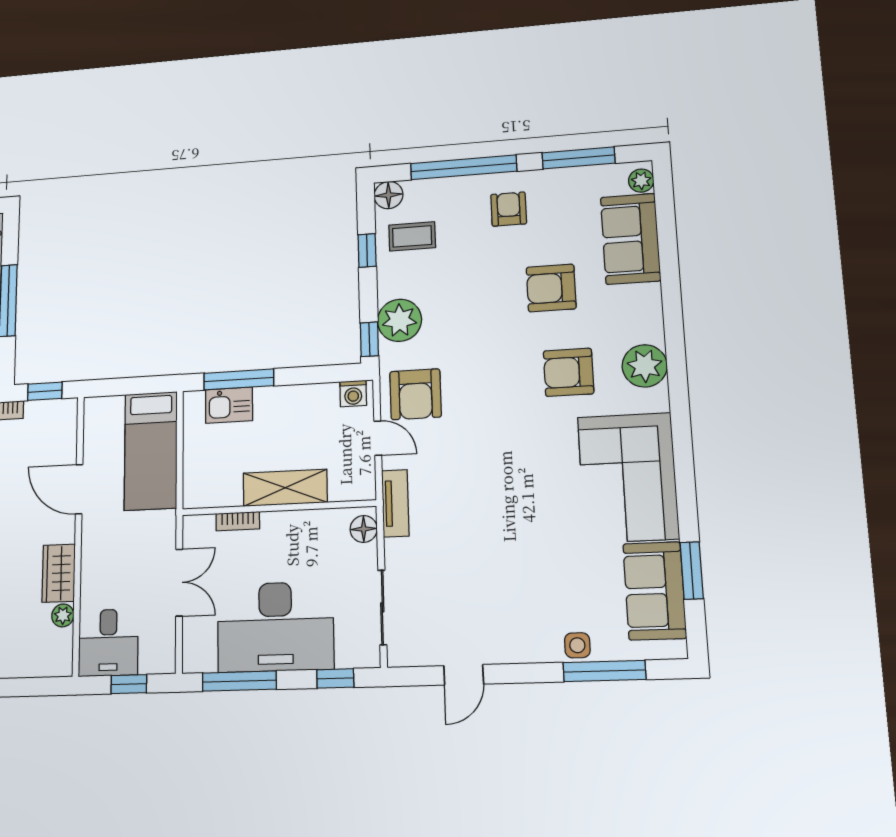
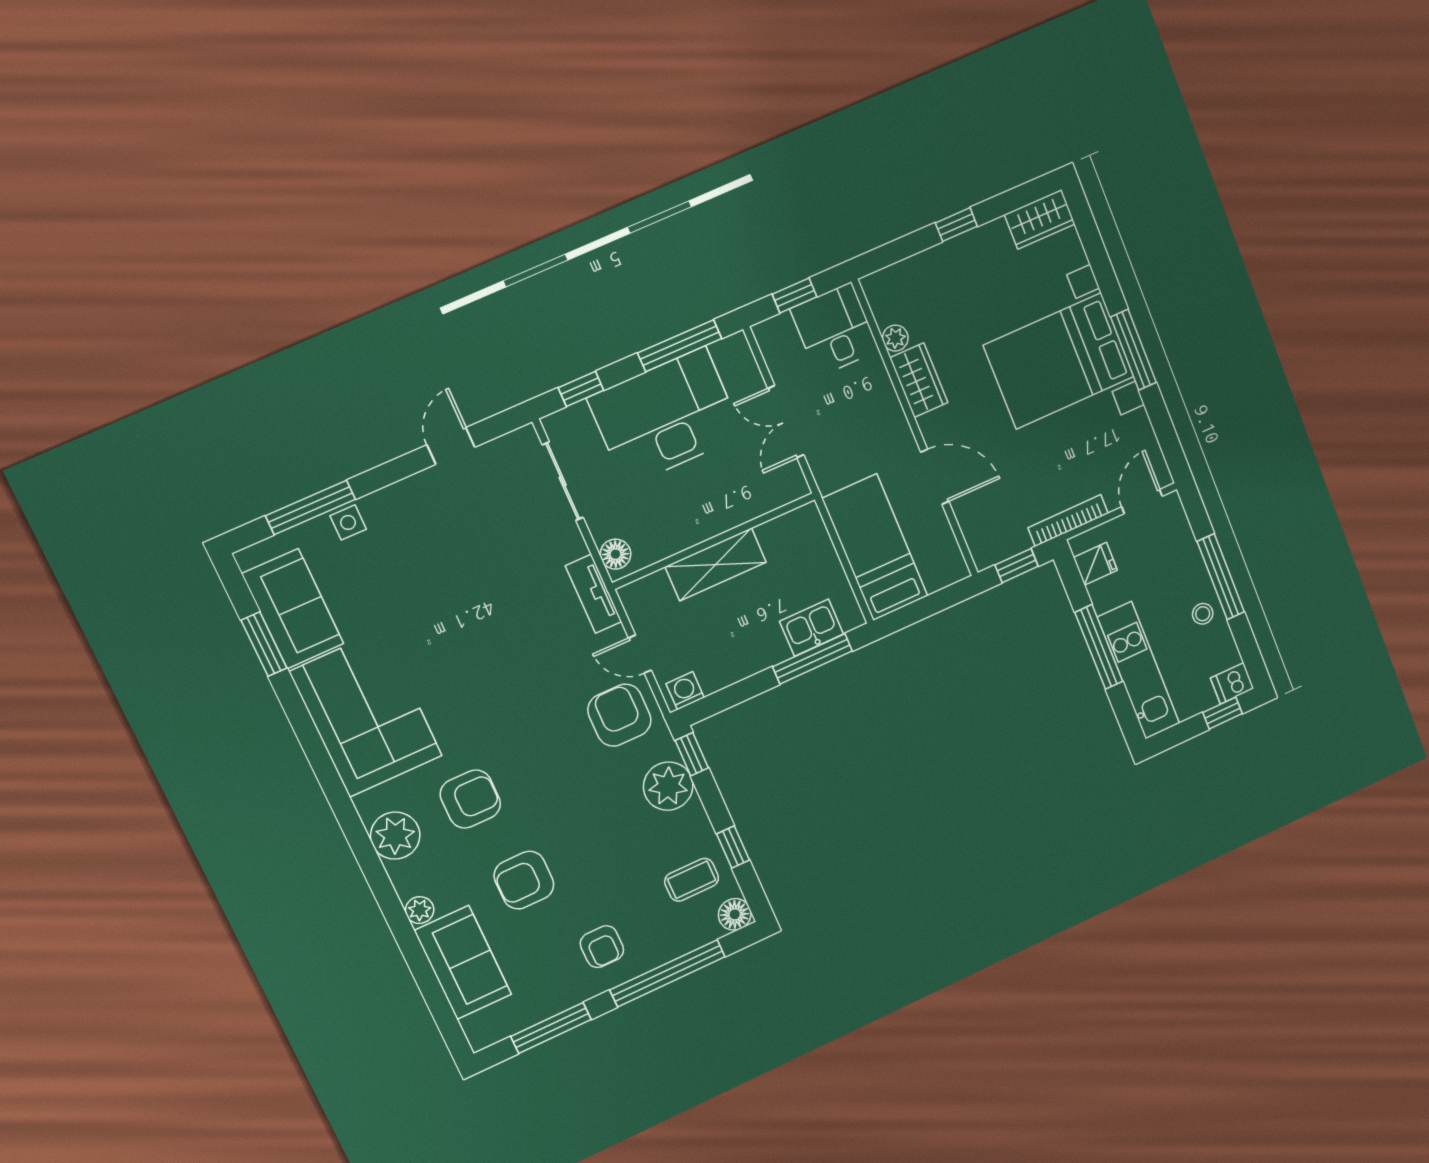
plant: (641, 181) -> (420, 910), moved
armchair: (551, 288) -> (524, 880), turned 180
bookcase: (238, 521) -> (751, 510), removed

